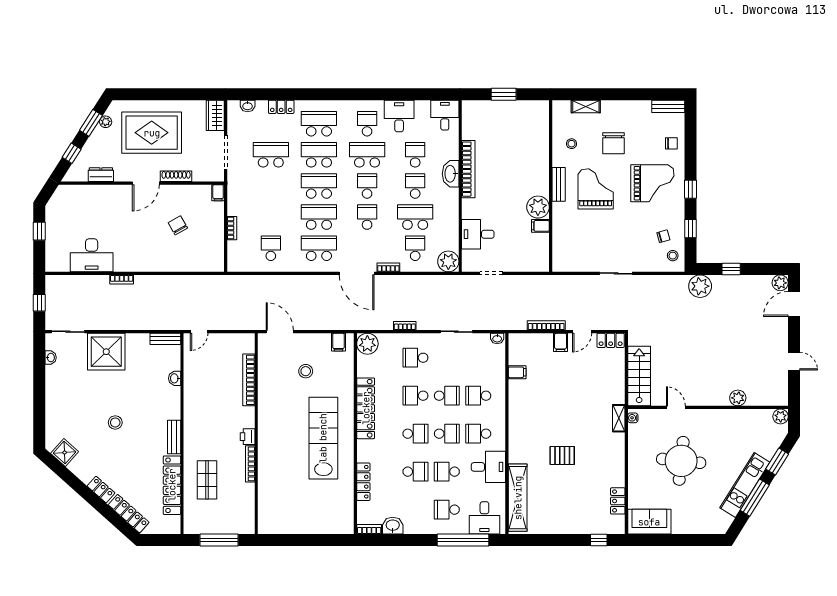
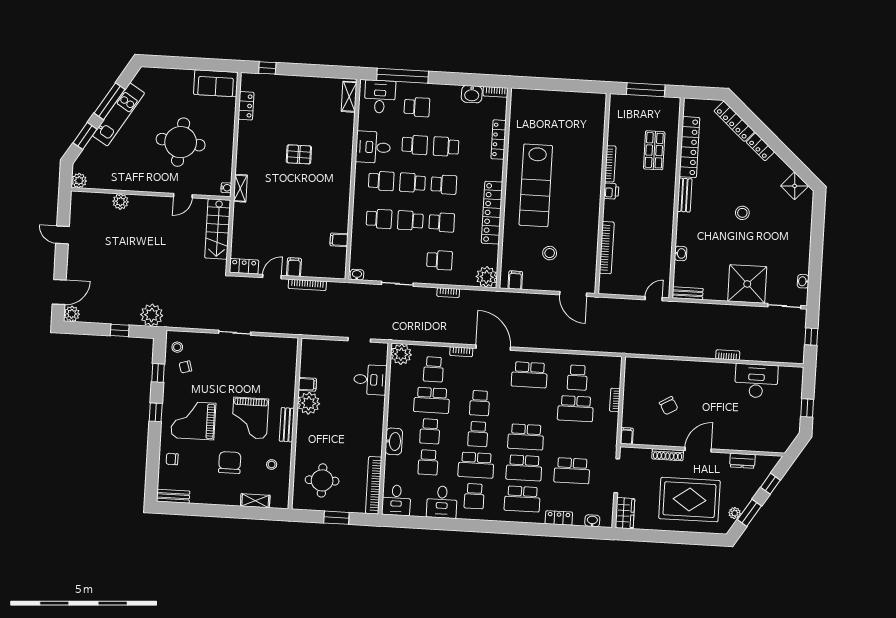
round table: (520, 131) -> (322, 480), added
bookcase: (468, 169) -> (374, 485), moved
school desk: (319, 217) -> (576, 409), moved
door: (676, 407) -> (183, 196), hinge flipped
school desk: (415, 434) -> (444, 184), turned 180
shelving: (518, 498) -> (349, 97), width x0.45, depth x0.75

